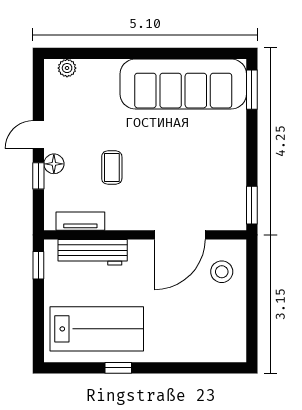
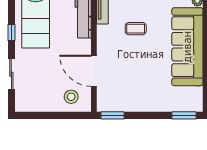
sofa: (183, 84) -> (187, 47), moved
sliding door: (185, 368) -> (11, 74), added

